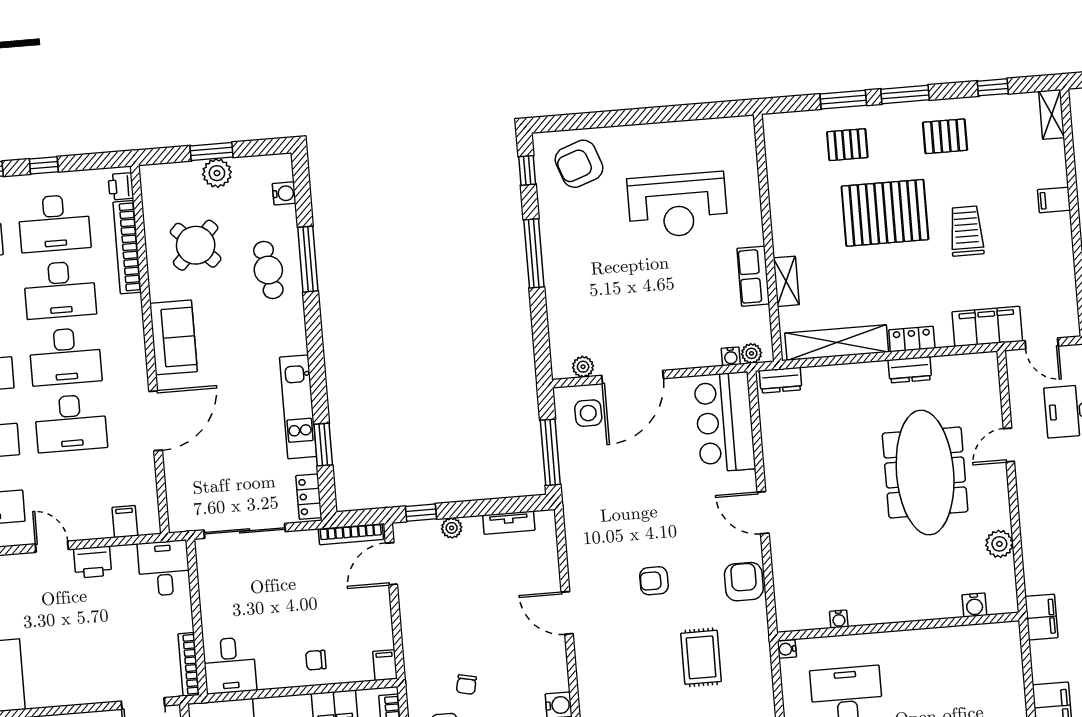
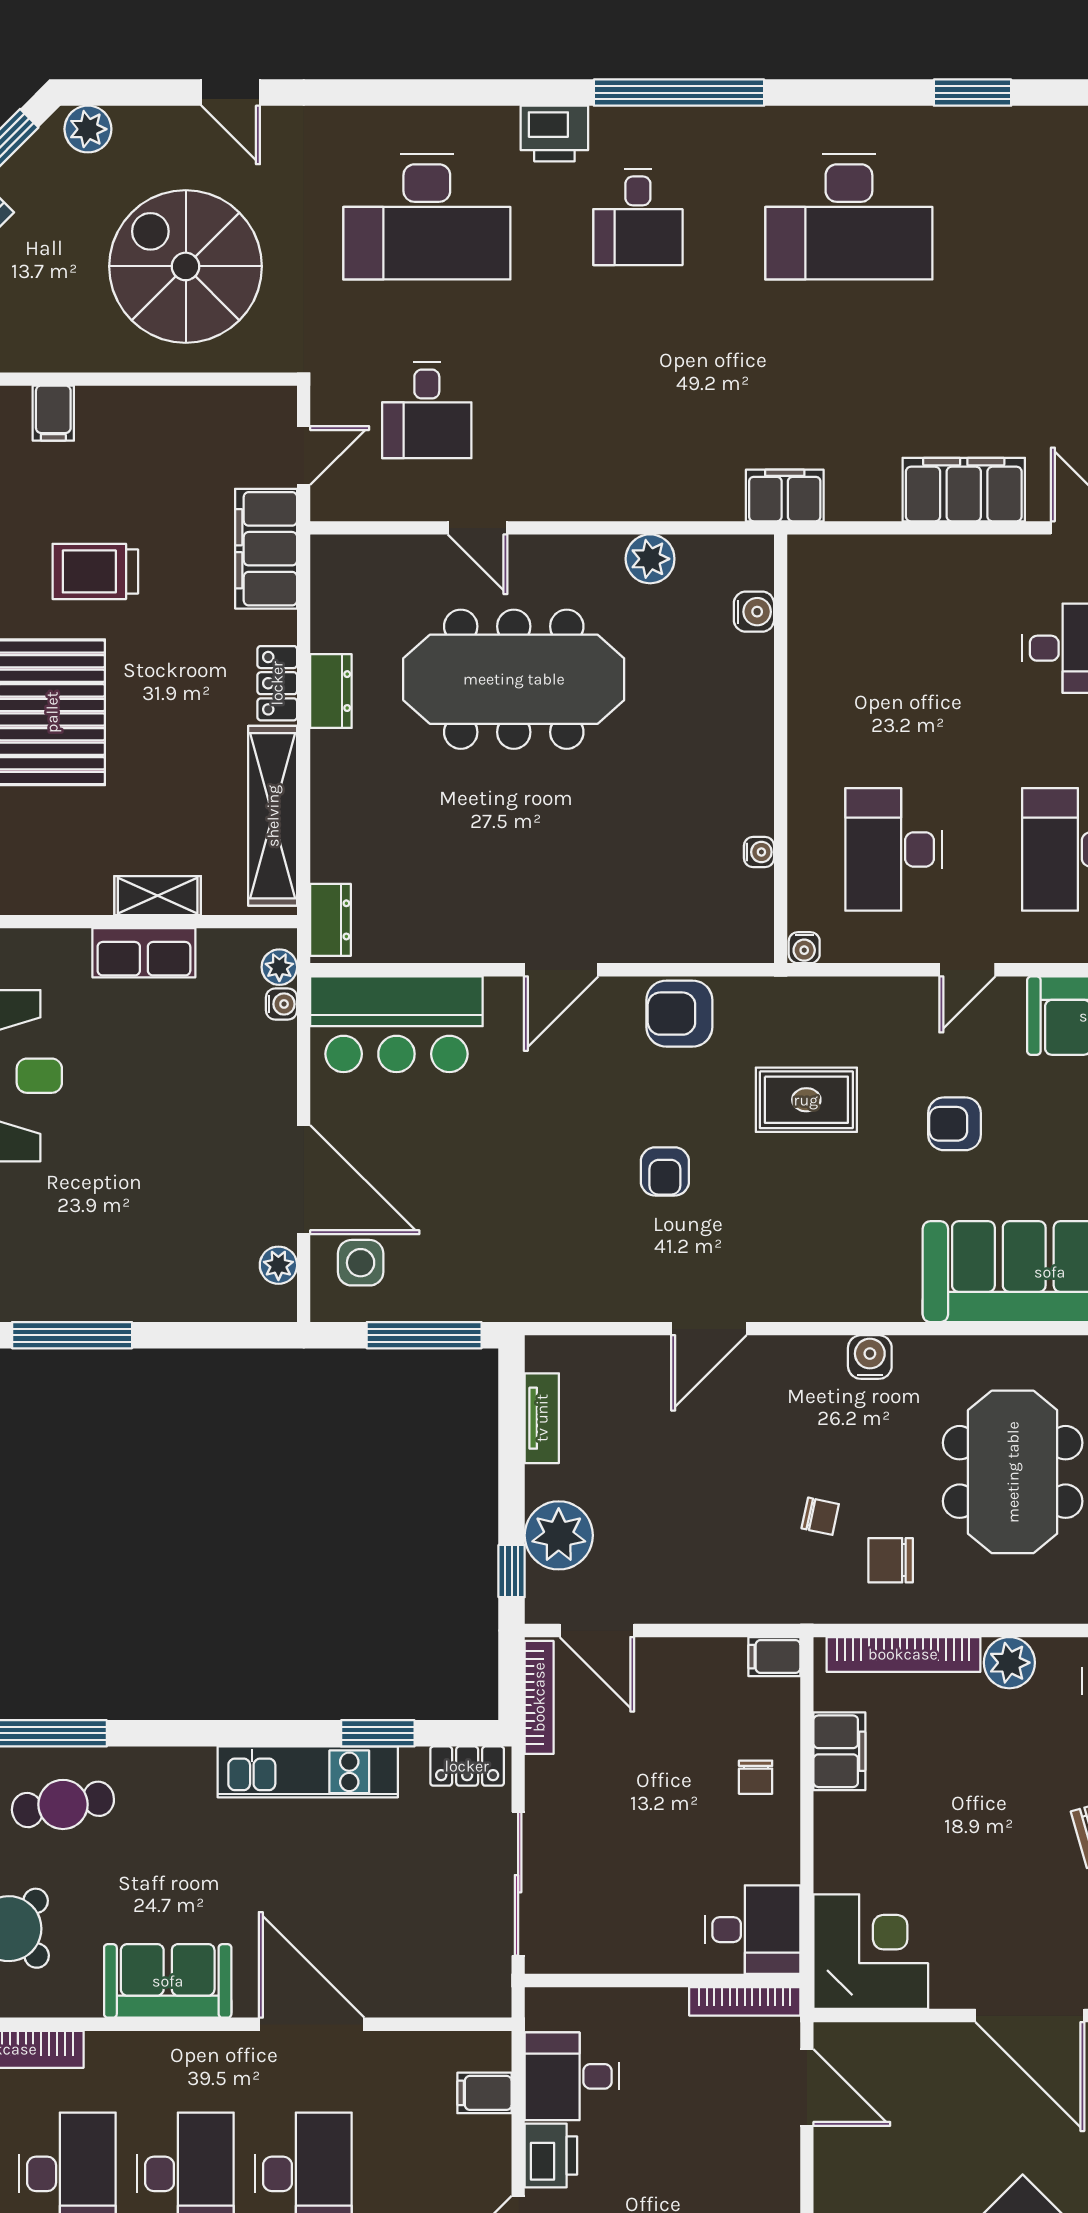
plant: (452, 528) -> (559, 1535), width x1.87, depth x1.87
desk: (164, 568) -> (572, 2076), moved

